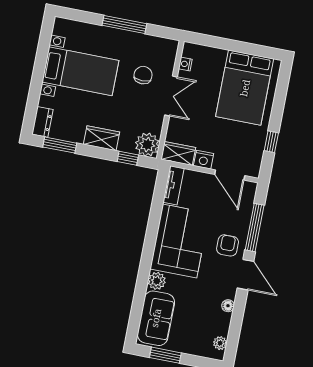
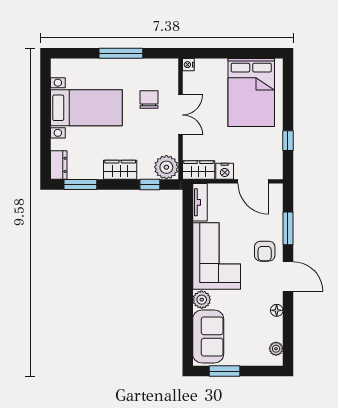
nightstand: (185, 64) -> (188, 65), moved
window: (255, 228) -> (288, 228), width x0.69
armchair: (228, 245) -> (265, 251), turned 180

